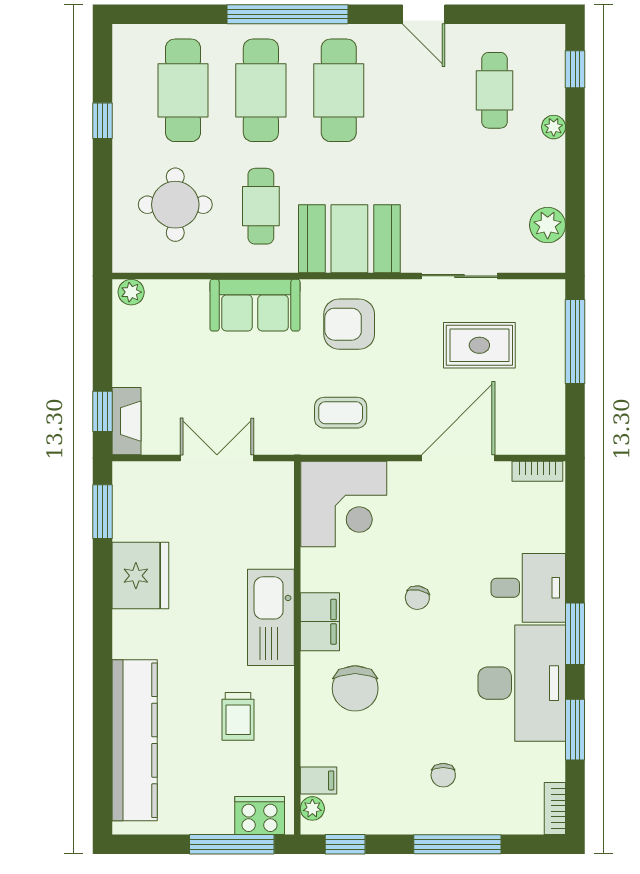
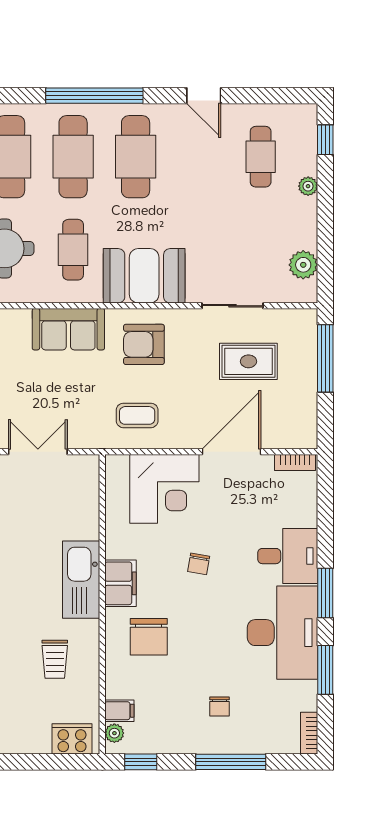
corner desk: (344, 504) -> (164, 489), moved
window: (232, 844) -> (50, 762), removed

